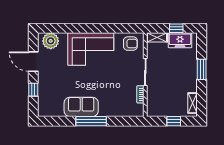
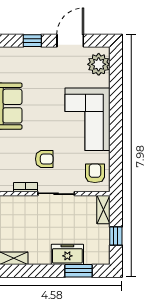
freezer: (180, 40) -> (67, 254), moved, turned 90
armchair: (130, 44) -> (95, 173), turned 180
window: (202, 69) -> (79, 271), moved
armchair: (120, 81) -> (44, 159), added

